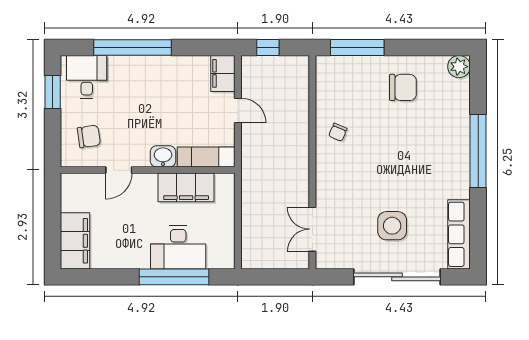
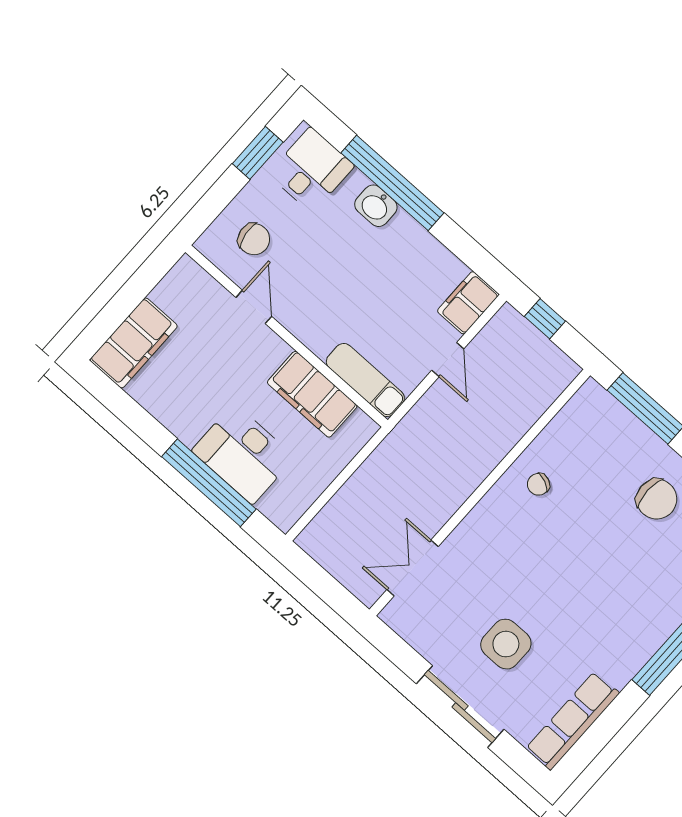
washbasin: (163, 156) -> (376, 206), moved, turned 180
door: (119, 170) -> (254, 307), swing flipped
sliding door: (397, 277) -> (460, 707), width x0.73

